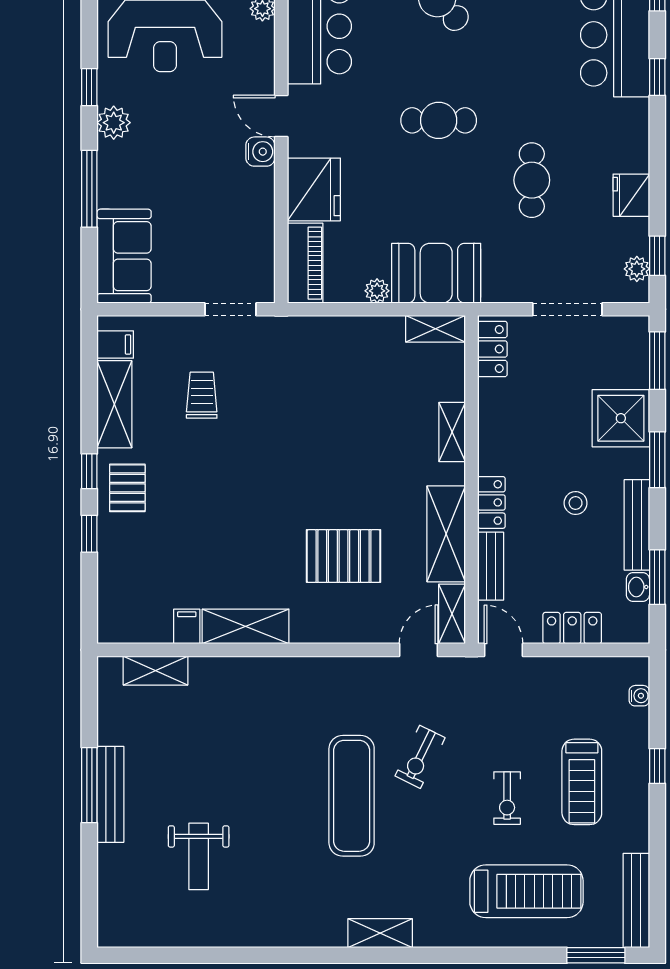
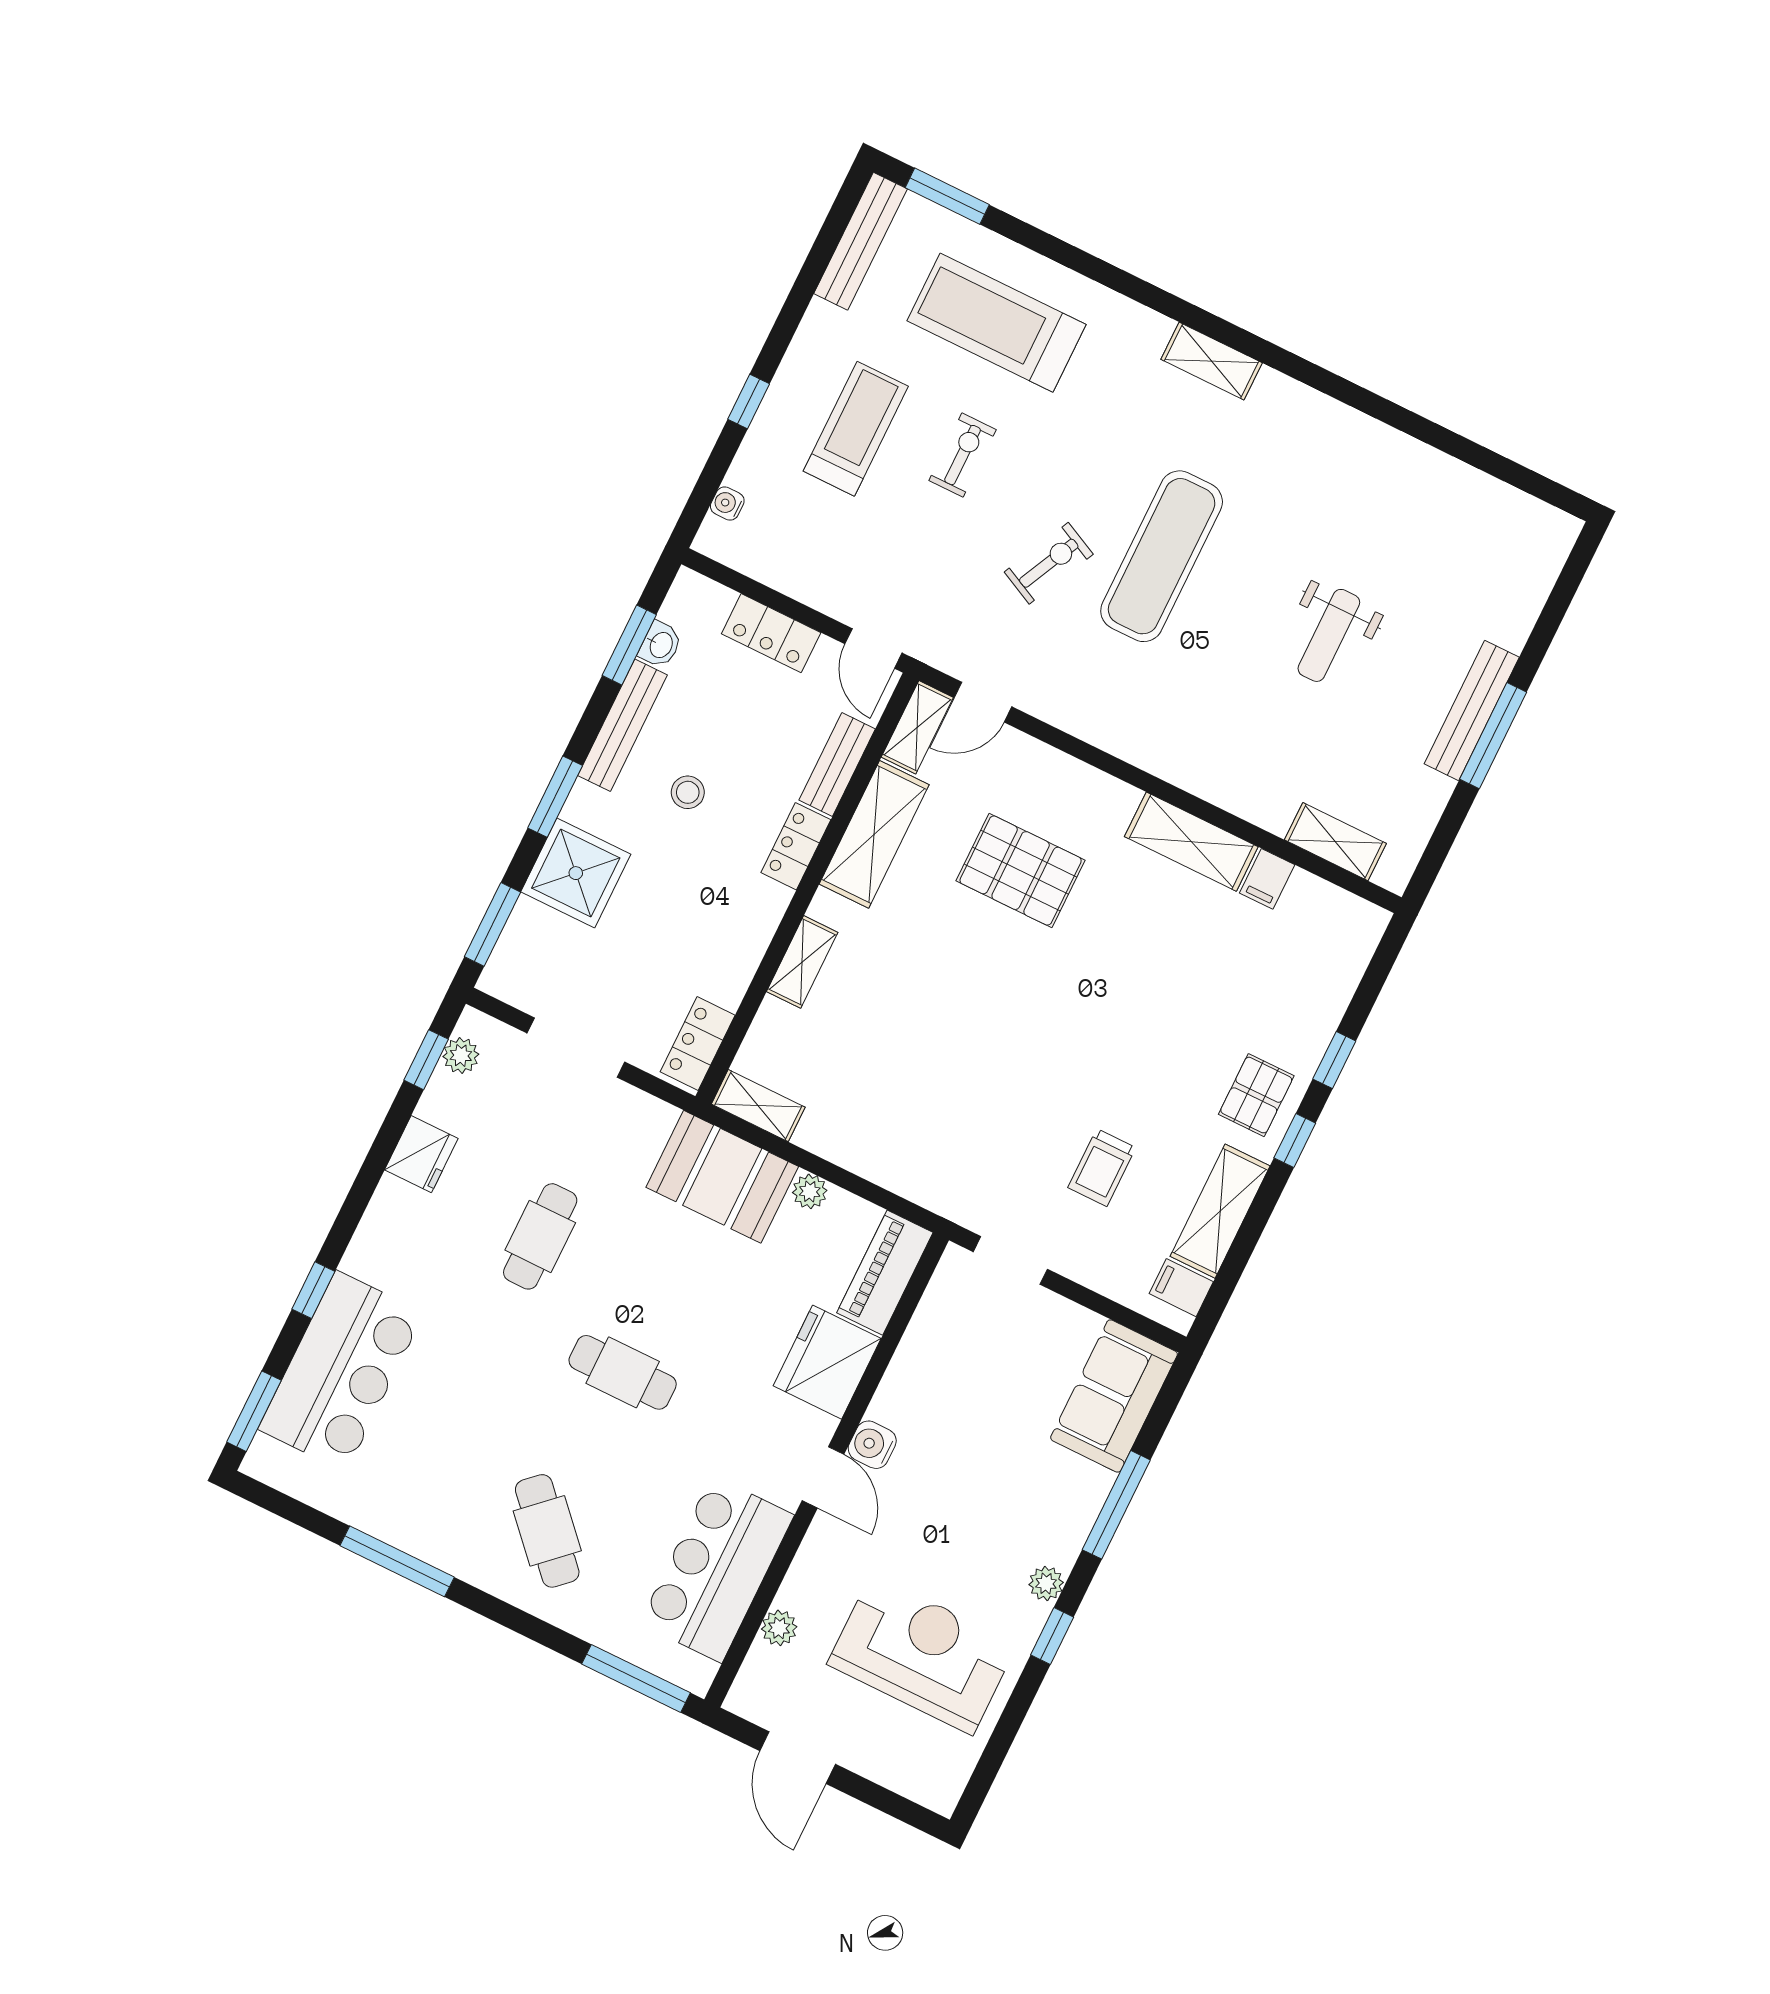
plant: (114, 123) -> (1046, 1583), width x0.73, depth x0.73
weight bench: (199, 856) -> (1329, 635), moved, turned 180

